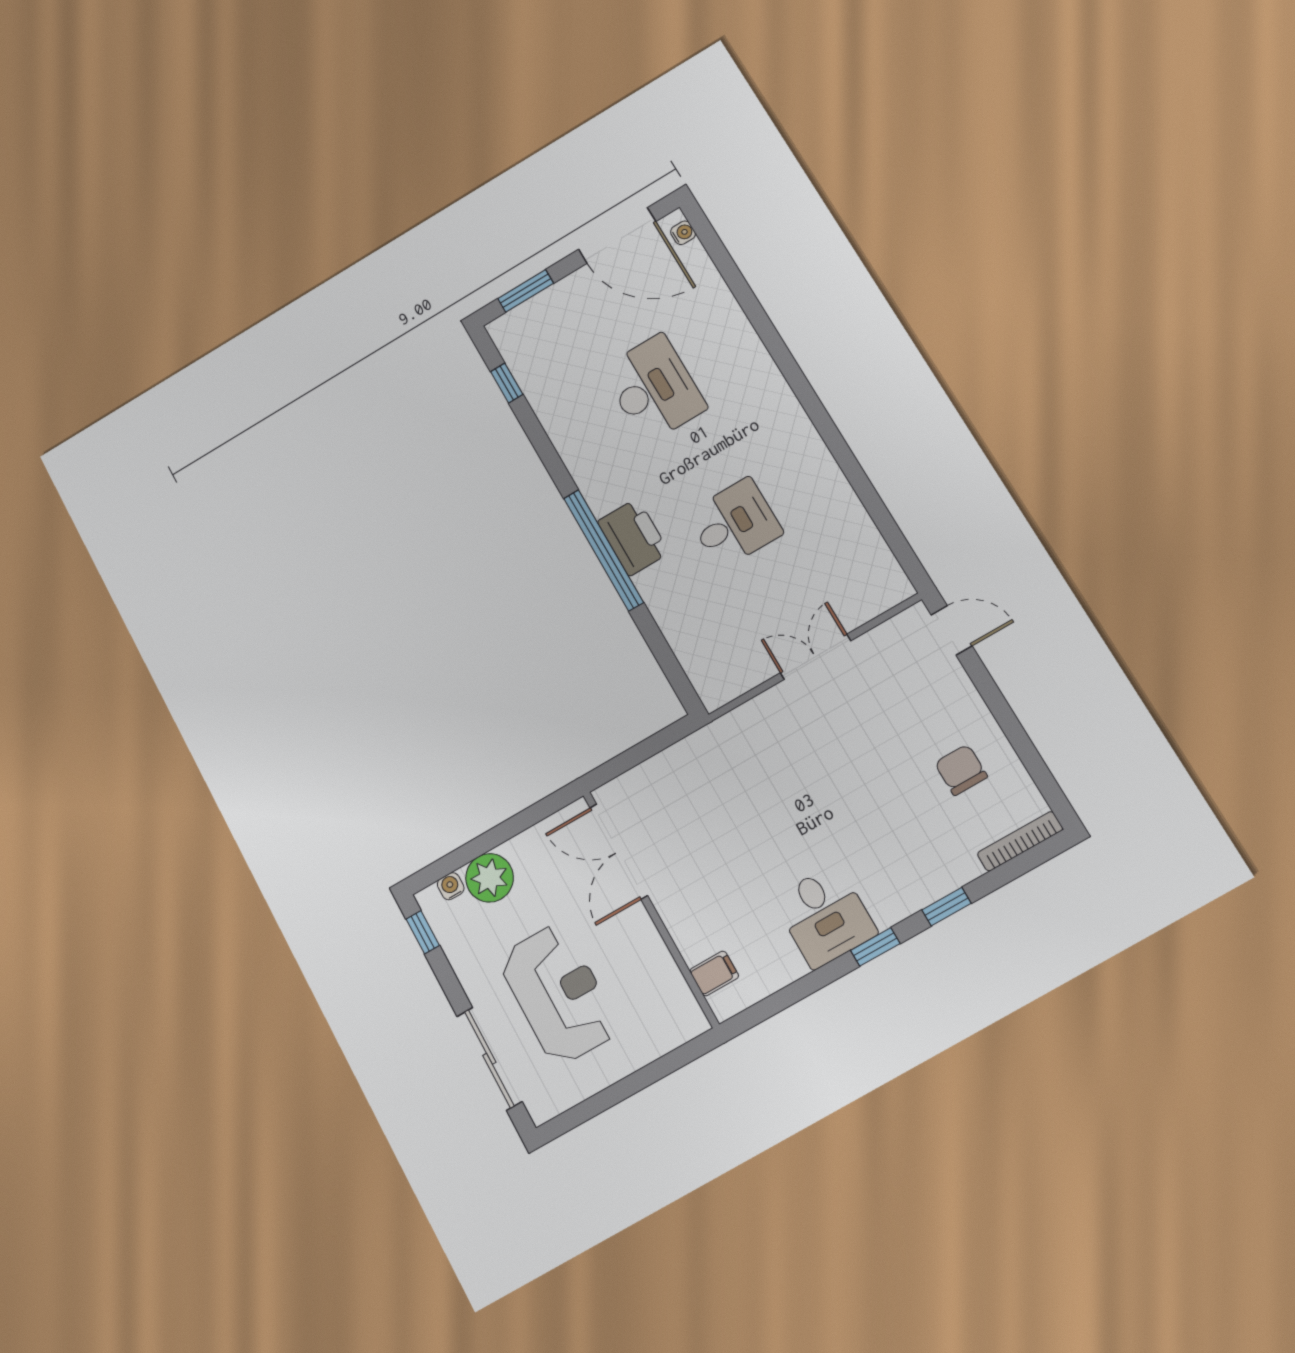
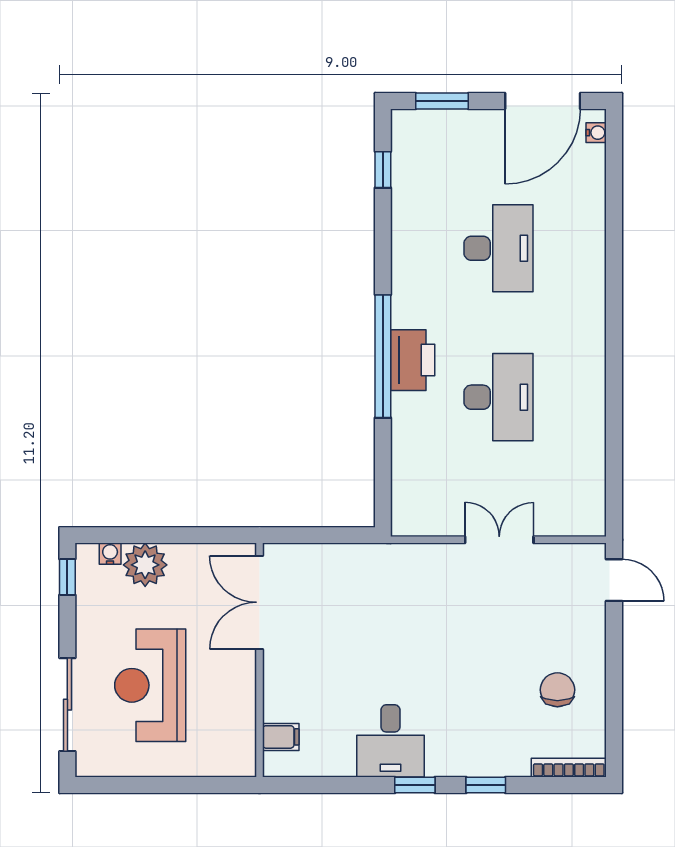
door: (617, 235) -> (543, 101), hinge flipped
desk: (735, 523) -> (498, 397), width x1.37
reception desk: (559, 994) -> (150, 685), turned 180

